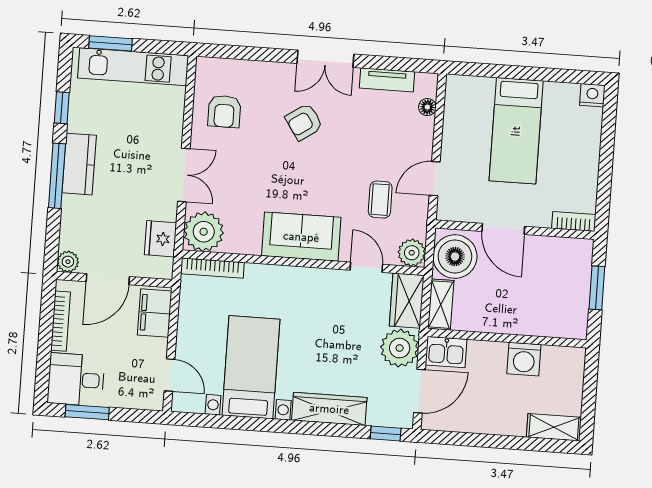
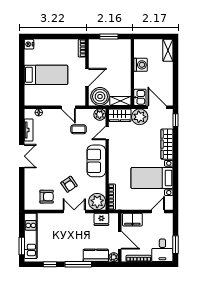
armchair: (304, 122) -> (69, 184), moved
kitchen counter: (79, 164) -> (96, 255), moved

